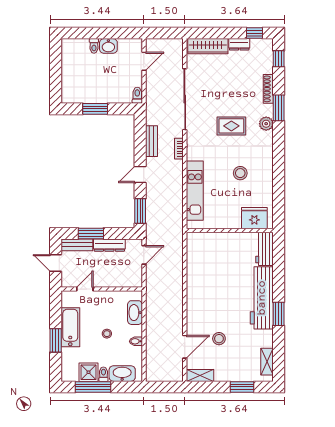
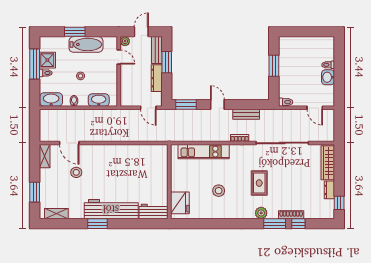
window: (279, 59) -> (298, 224), moved
plant: (67, 282) -> (125, 41), added
washbasin: (122, 374) -> (51, 100), moved, turned -90

